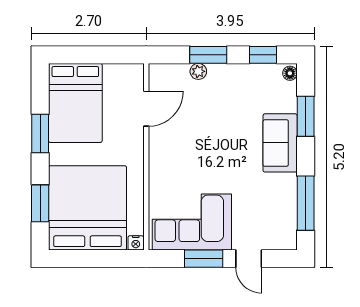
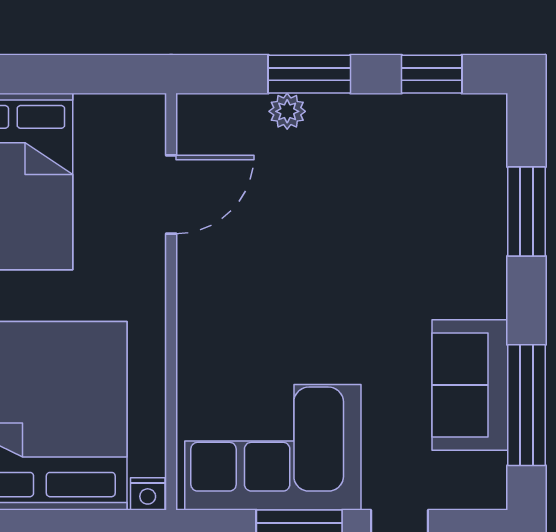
floor lamp: (290, 73) -> (492, 115), removed
sofa: (280, 143) -> (470, 385), moved

